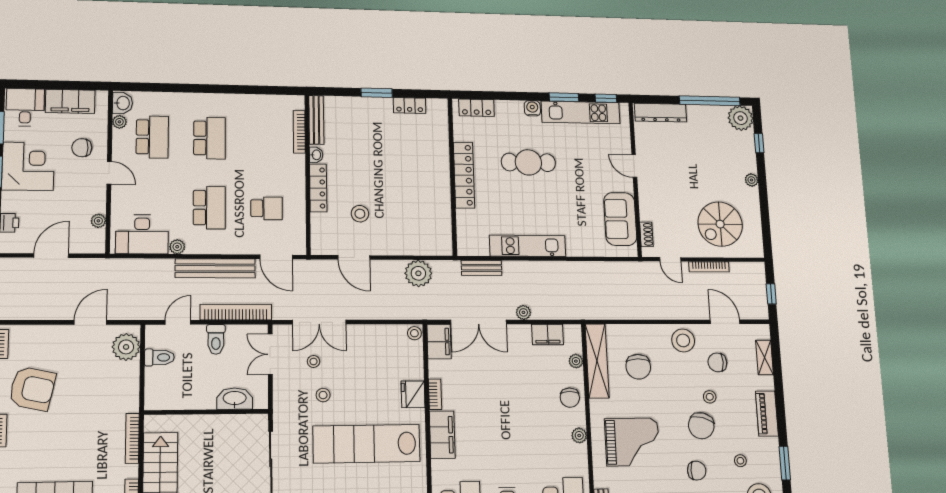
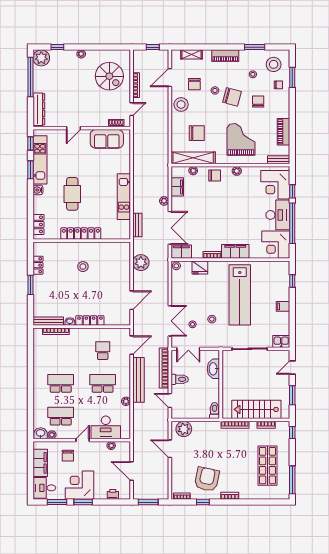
stool: (360, 214) -> (83, 267), moved
desk: (142, 234) -> (106, 427), moved, turned 90
toilet: (159, 357) -> (215, 411), moved
fridge: (413, 394) -> (200, 268), moved

